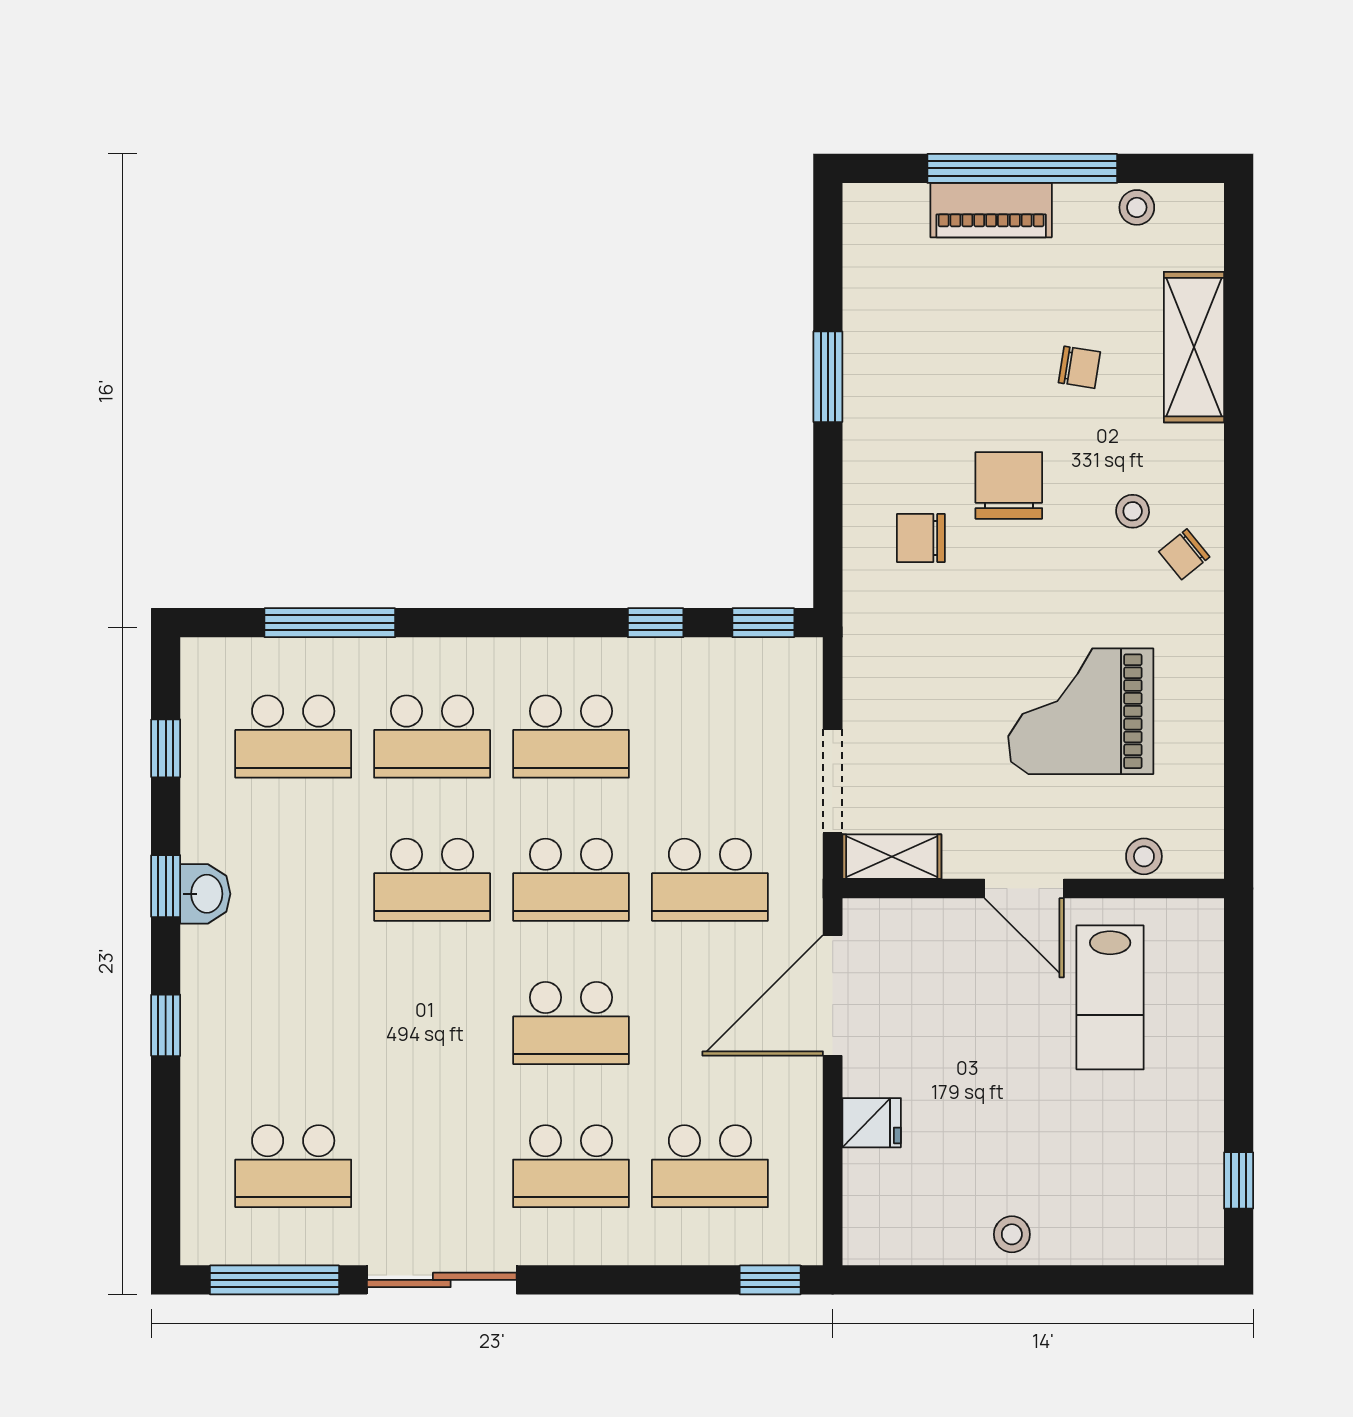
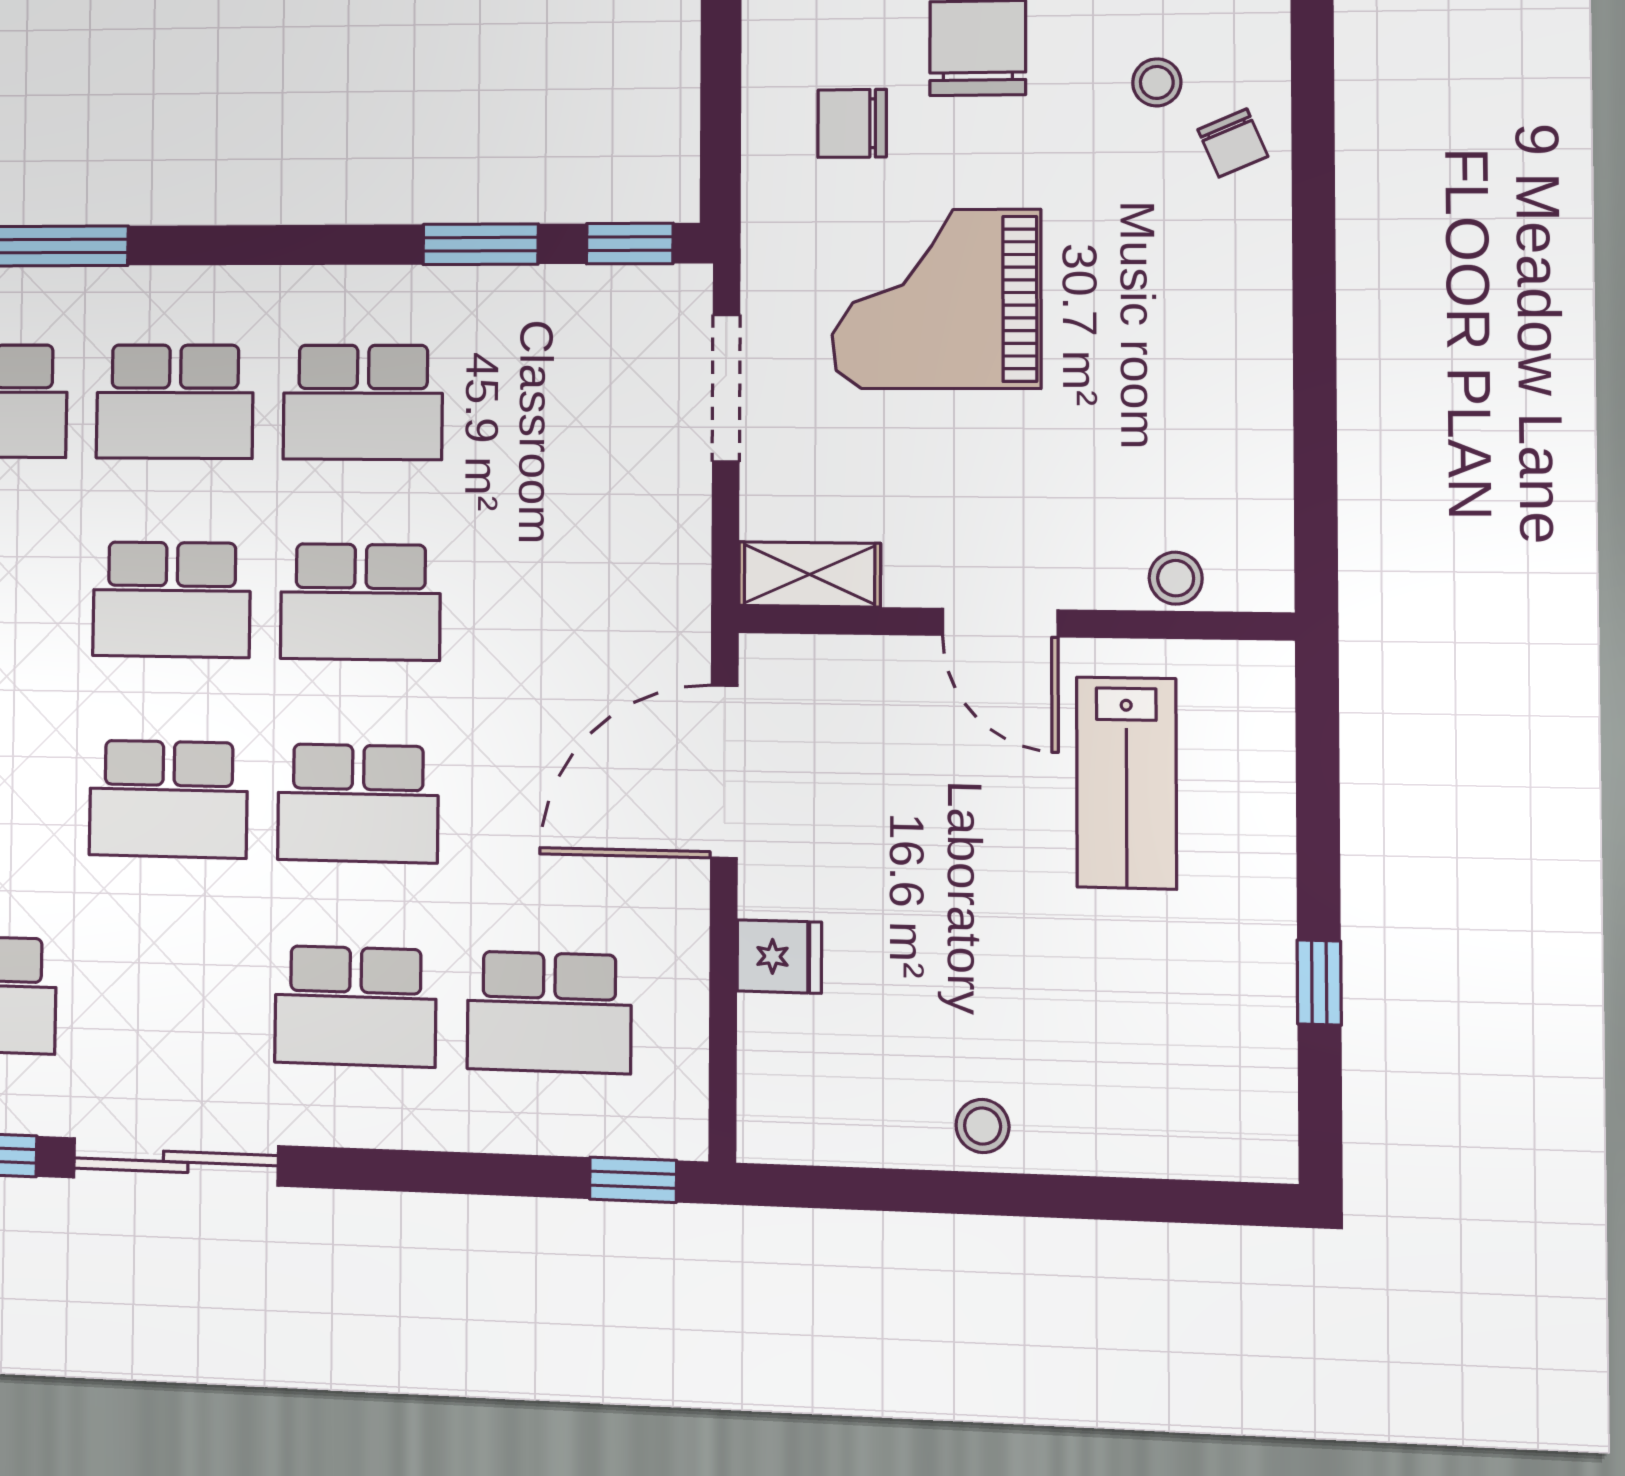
chair: (1184, 554) -> (1233, 143), turned -74
window: (656, 623) -> (481, 244), width x1.50
grand piano: (1081, 711) -> (936, 299), moved
doorway: (833, 781) -> (726, 388), moved
school desk: (710, 880) -> (168, 799), moved
window: (1239, 1180) -> (1319, 983), moved

